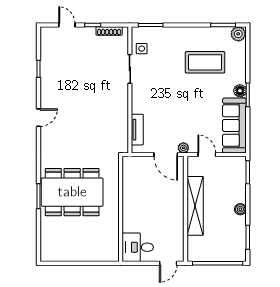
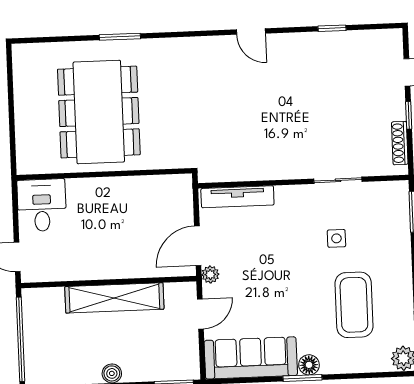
side table: (142, 49) -> (336, 238), moved
tv unit: (137, 130) -> (237, 197), width x1.41
dining table: (72, 192) -> (99, 112), moved

